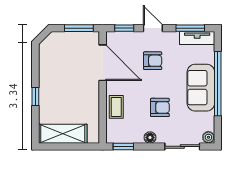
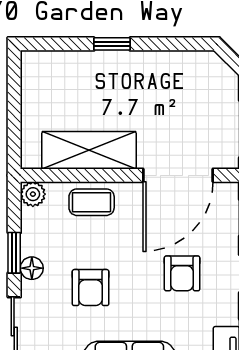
shelving: (63, 134) -> (89, 150), moved, turned 90
plant: (112, 137) -> (33, 194), added
window: (123, 146) -> (14, 253), moved

